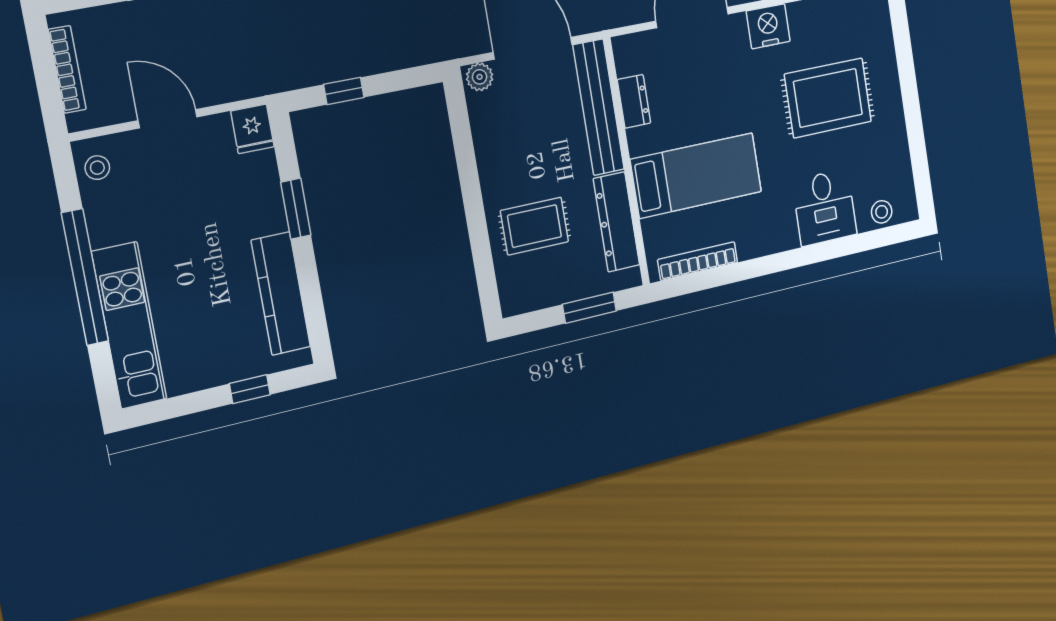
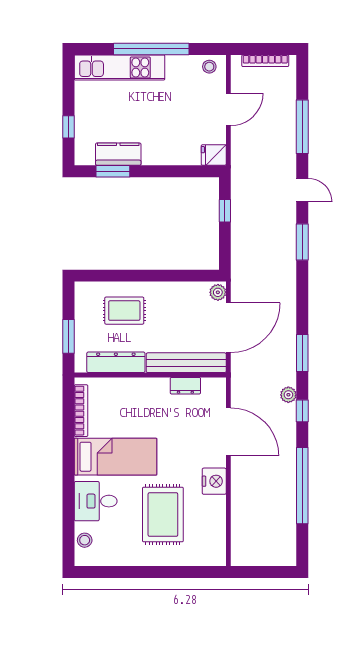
bed: (696, 176) -> (116, 457), moved, turned -90
window: (296, 209) -> (113, 171), moved
rug: (534, 226) -> (124, 311), turned 90
kitchen counter: (281, 294) -> (118, 154), width x0.67

